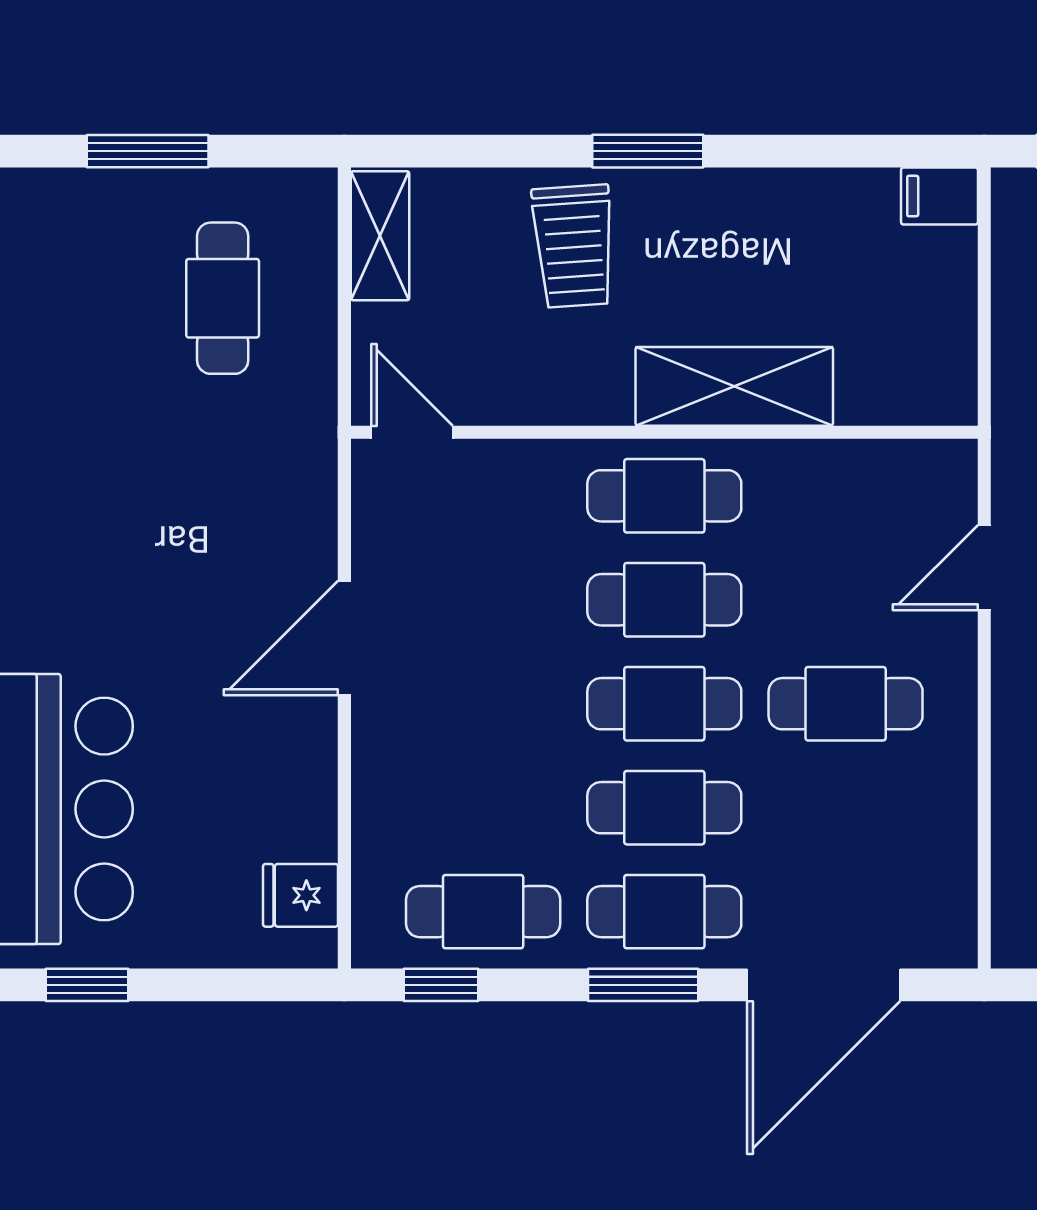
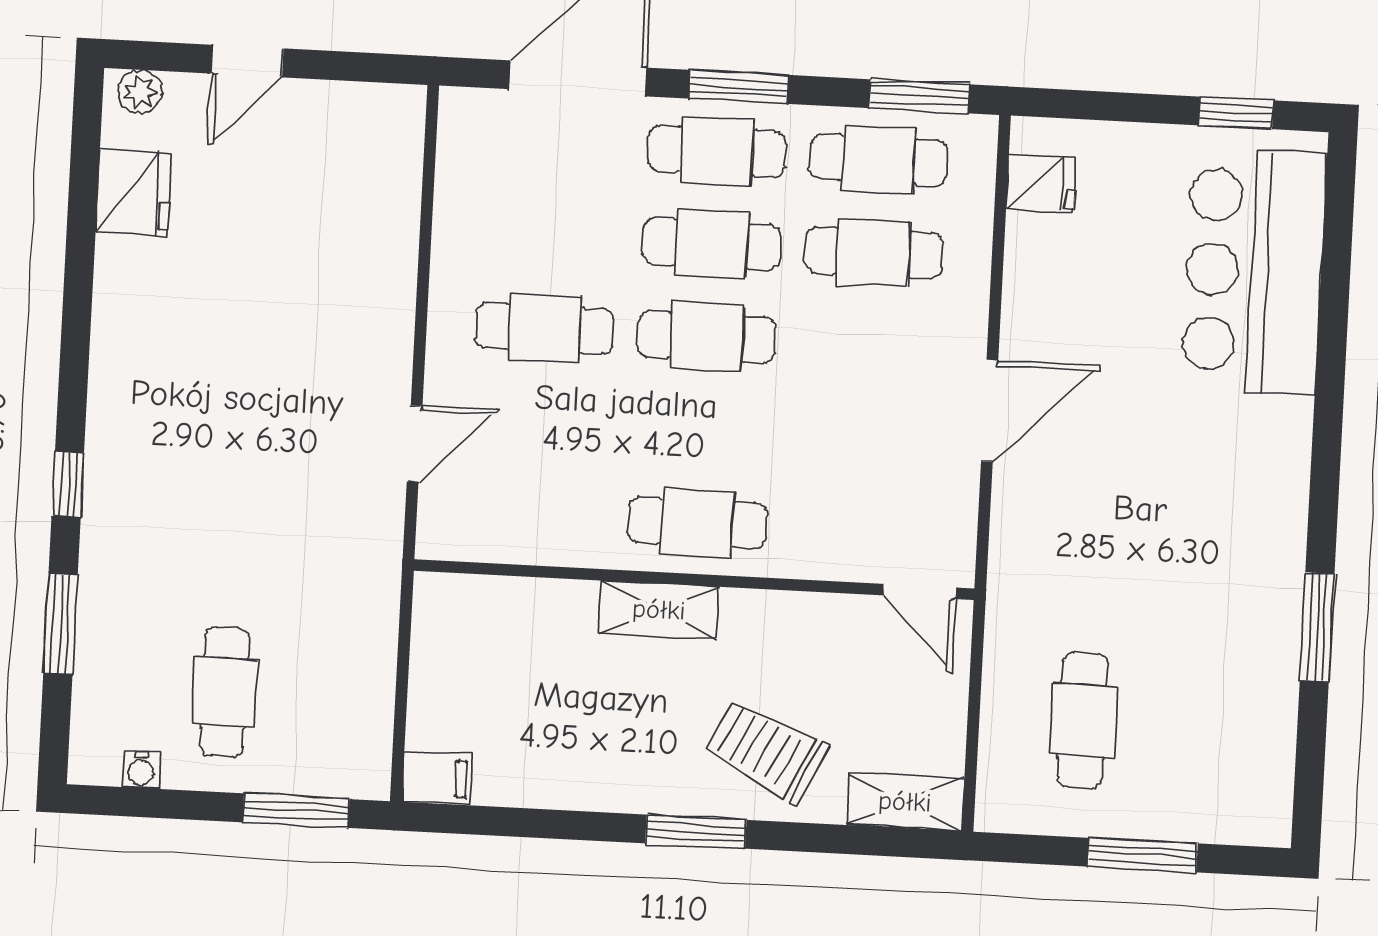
shelving: (380, 236) -> (905, 802), moved, turned 90
trolley: (574, 246) -> (766, 750), turned -60
shelving: (734, 386) -> (659, 610), width x0.67, depth x0.75
cafe table: (664, 600) -> (874, 253), moved
window: (441, 985) -> (920, 96), width x1.50

